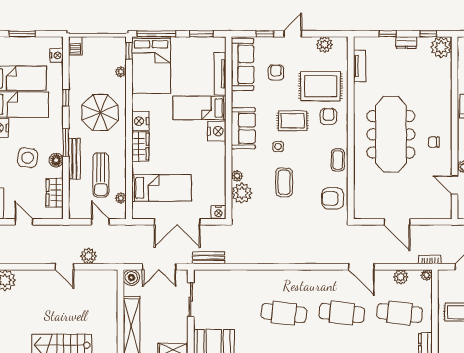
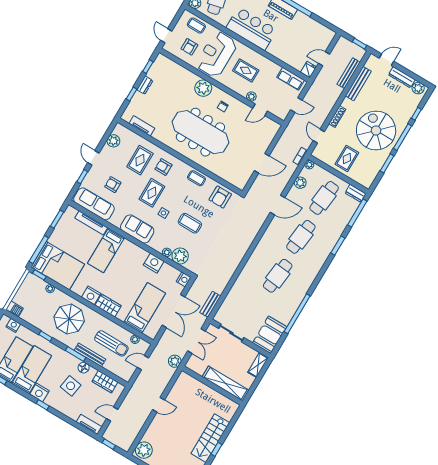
plant: (441, 47) -> (203, 88), moved
rug: (321, 86) -> (140, 160), width x0.73, depth x0.70
nightstand: (217, 131) -> (154, 263), moved
plant: (89, 256) -> (175, 361), moved
boiler: (131, 278) -> (193, 364), removed

